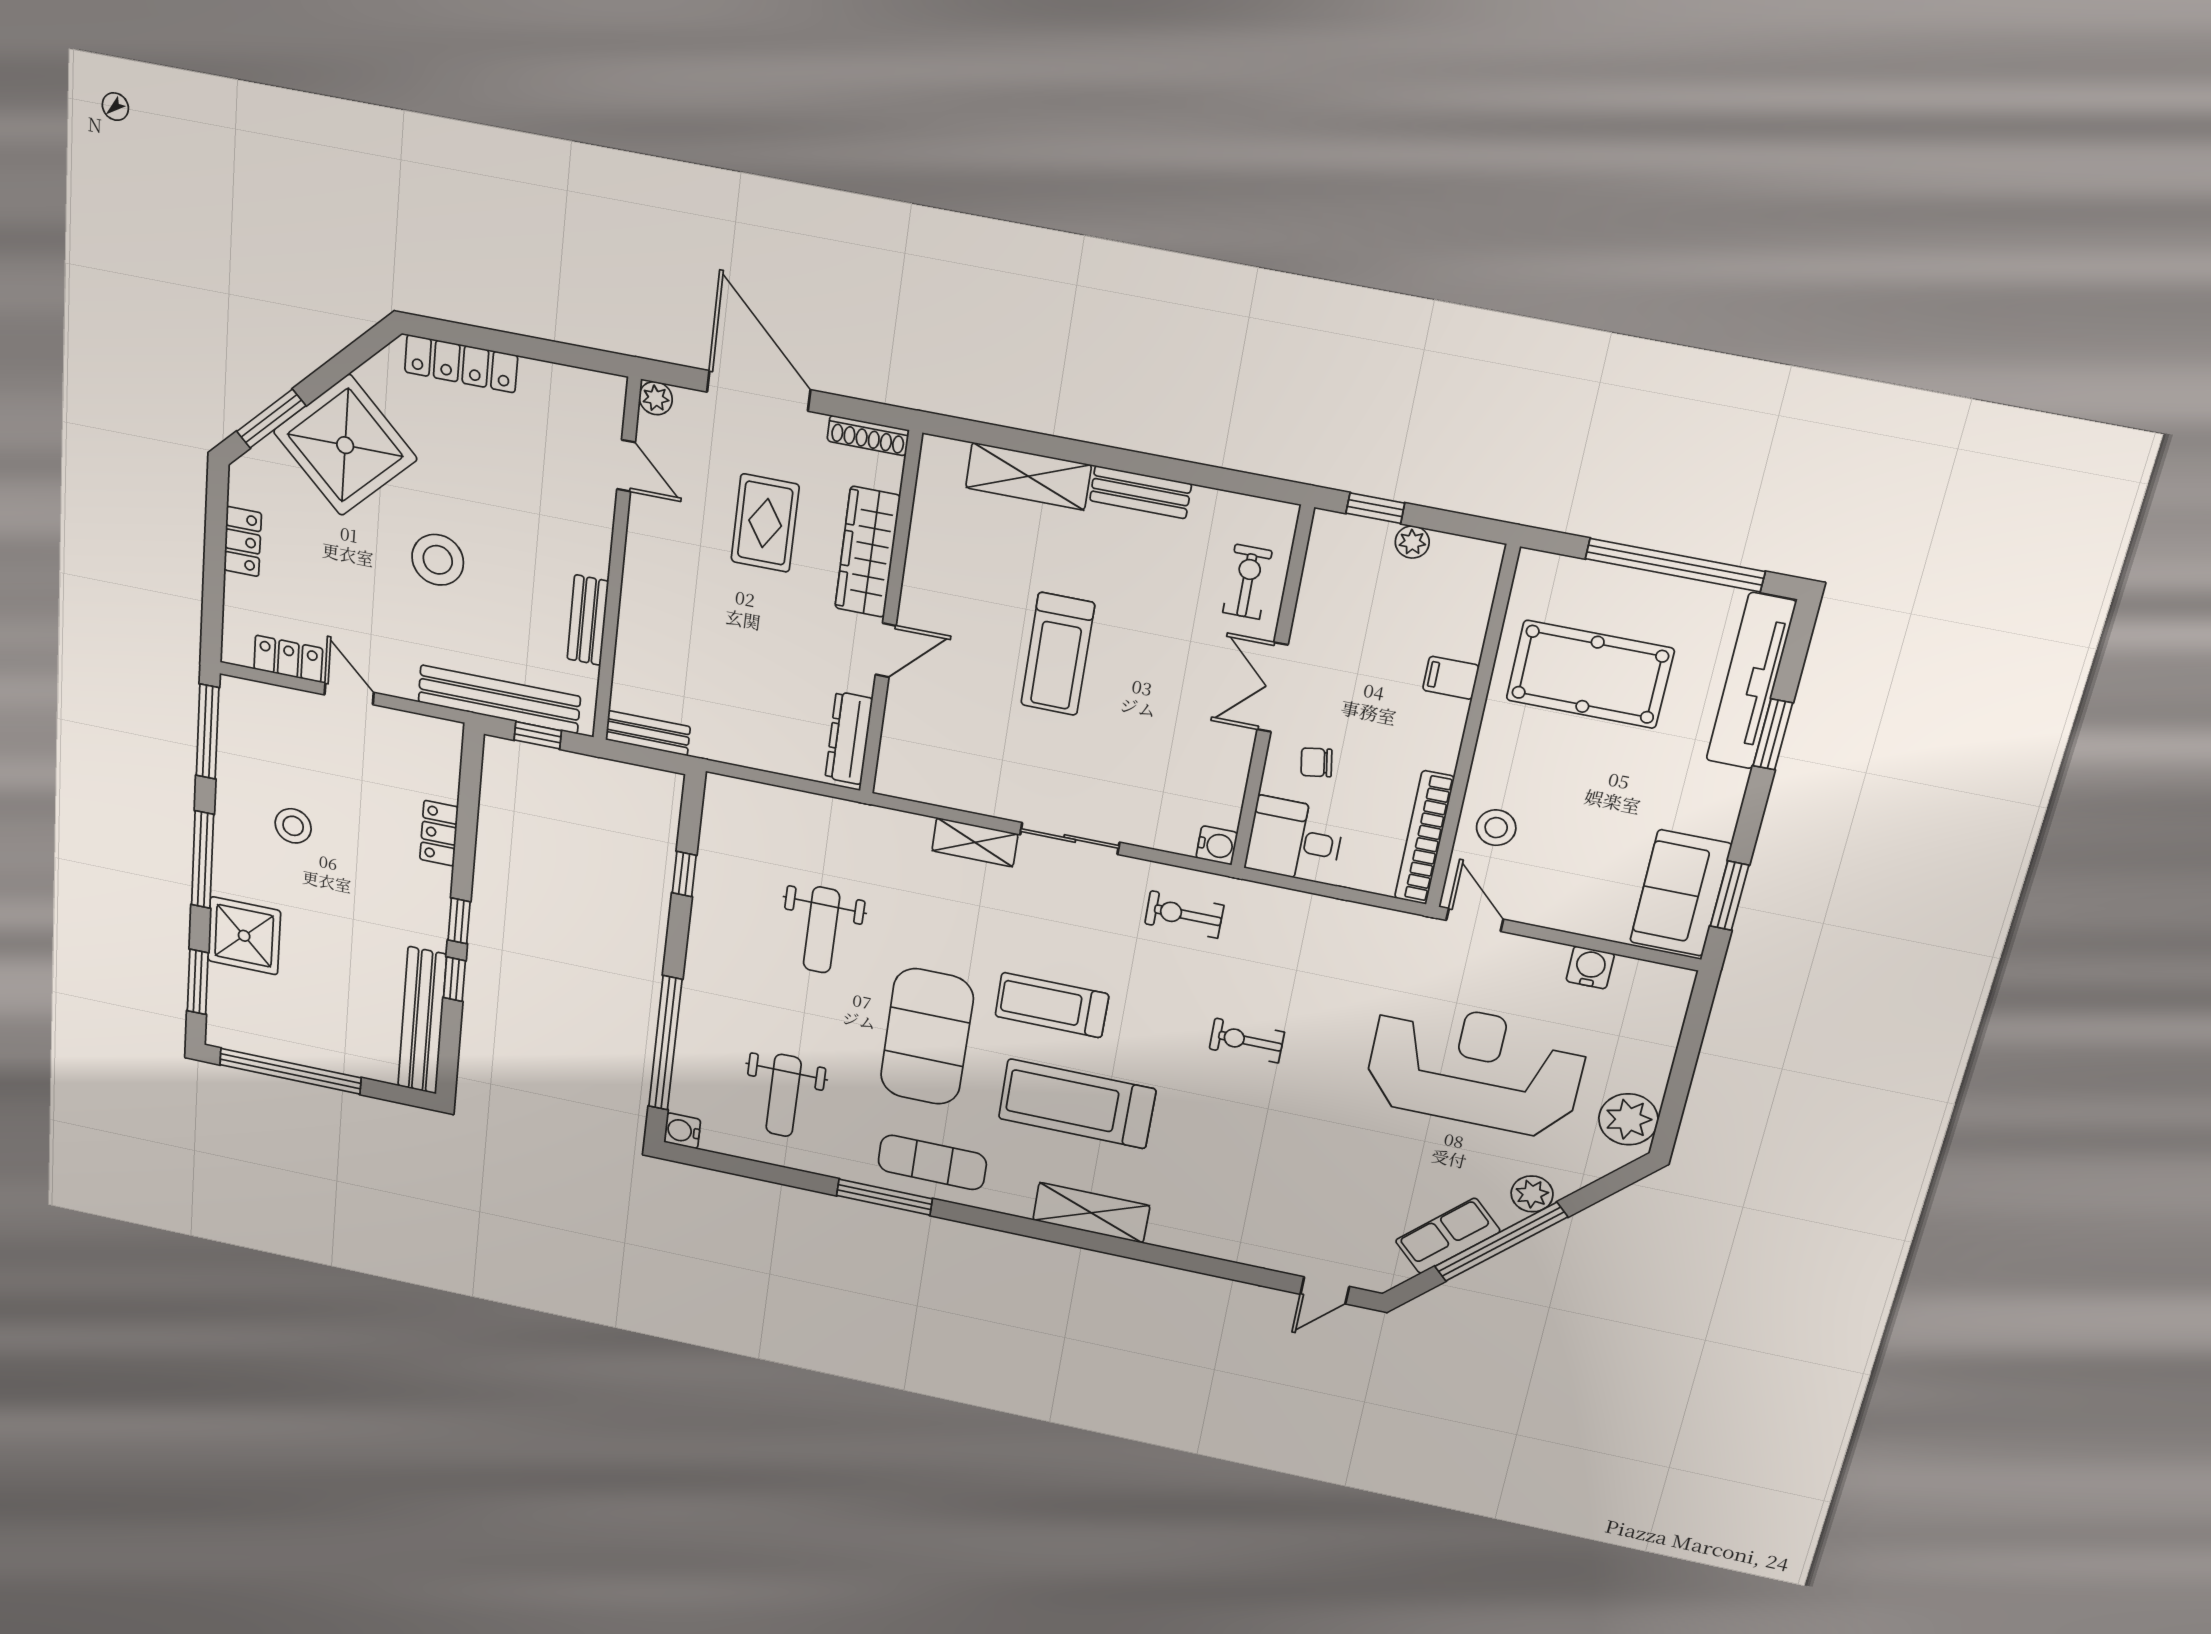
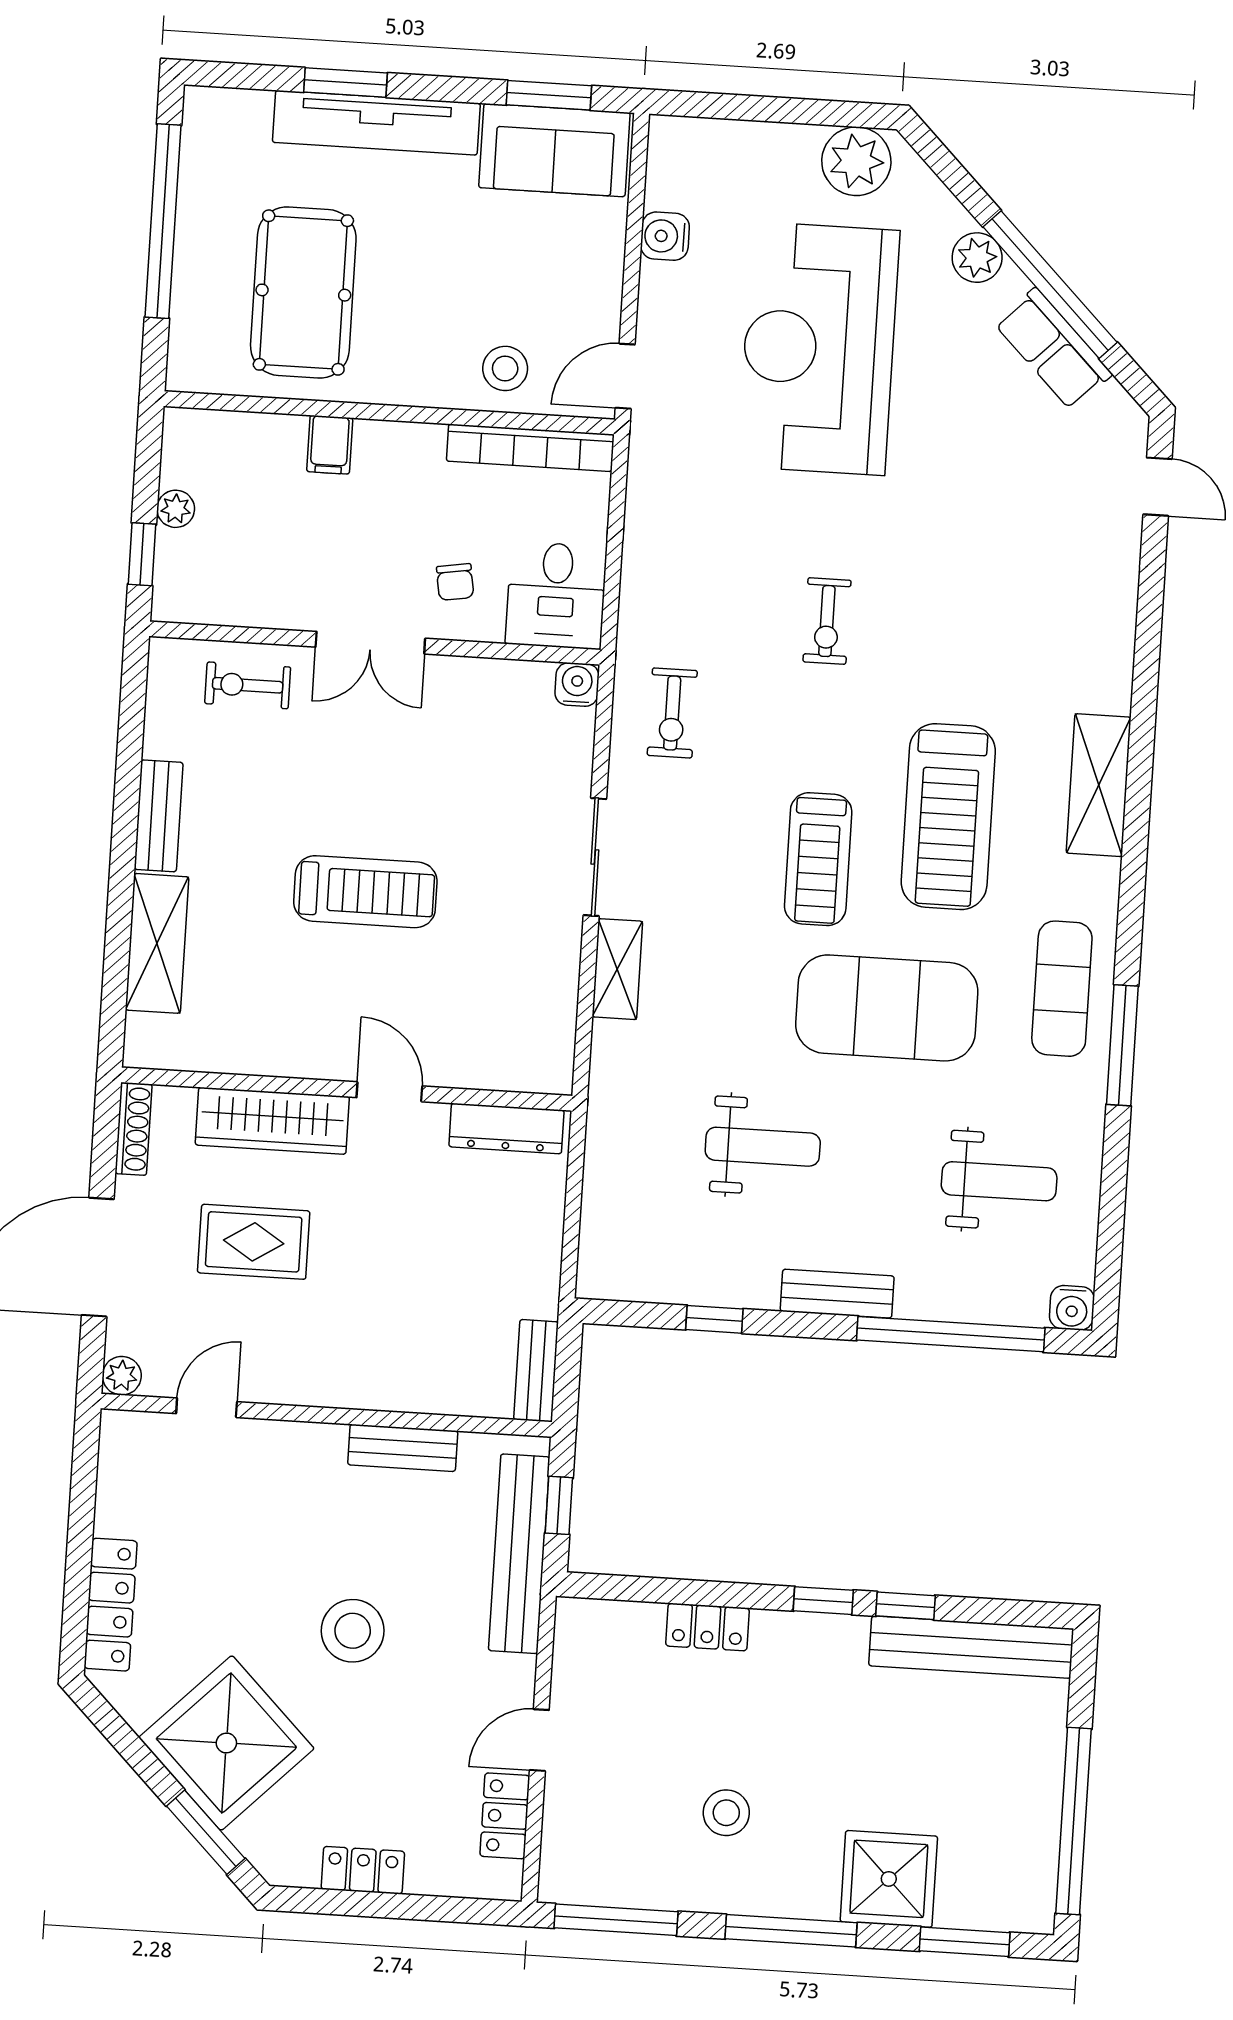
tv unit: (1751, 681) -> (376, 123), moved
bench: (701, 967) -> (837, 1294), added

